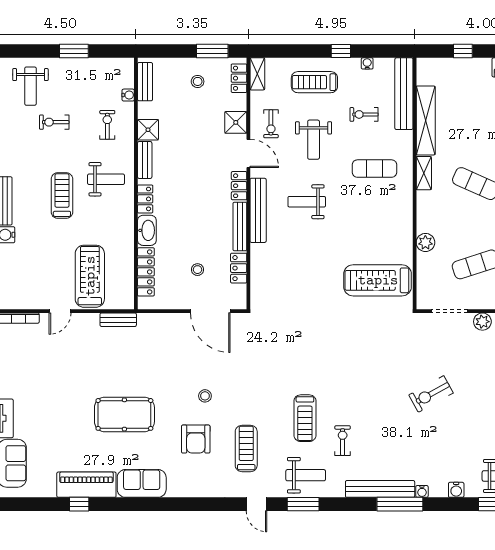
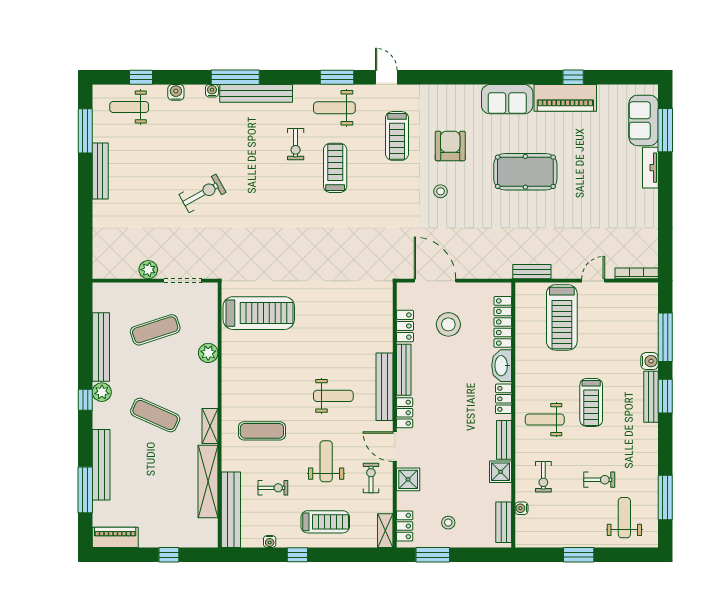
stool: (197, 270) -> (448, 324), width x1.89, depth x1.89

